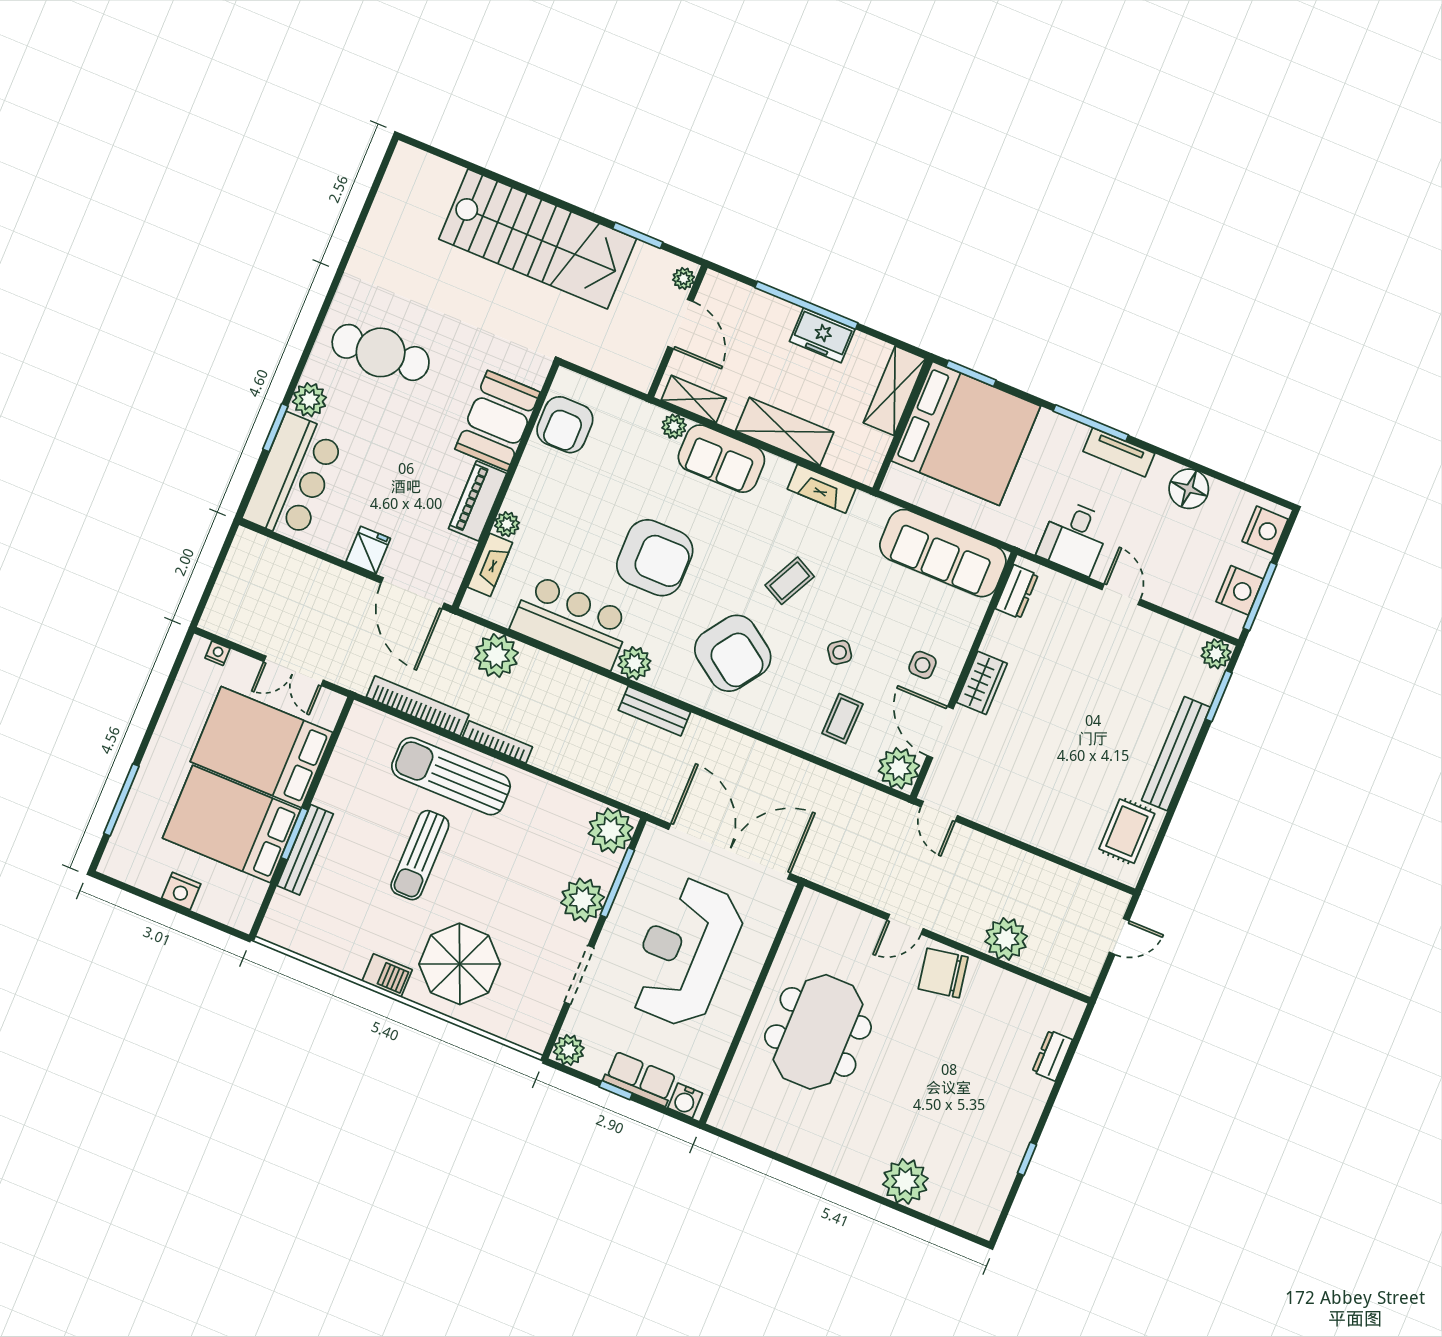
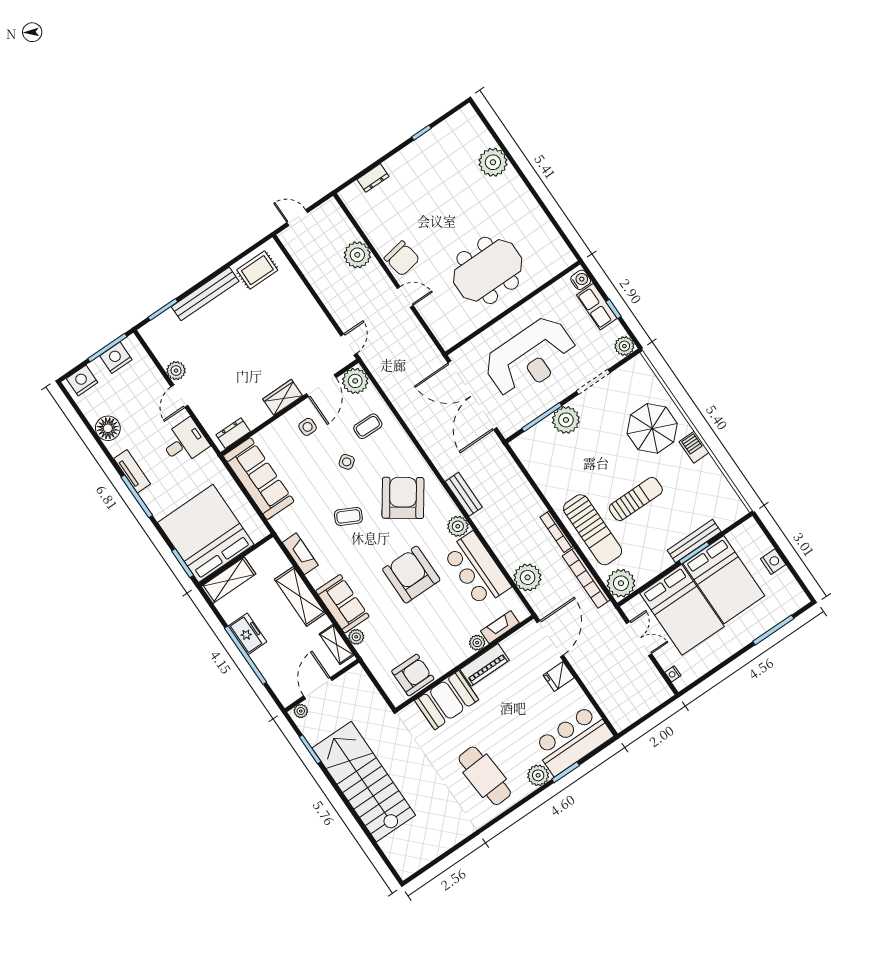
plant: (1216, 654) -> (176, 371), moved
plant: (611, 831) -> (621, 583), moved

